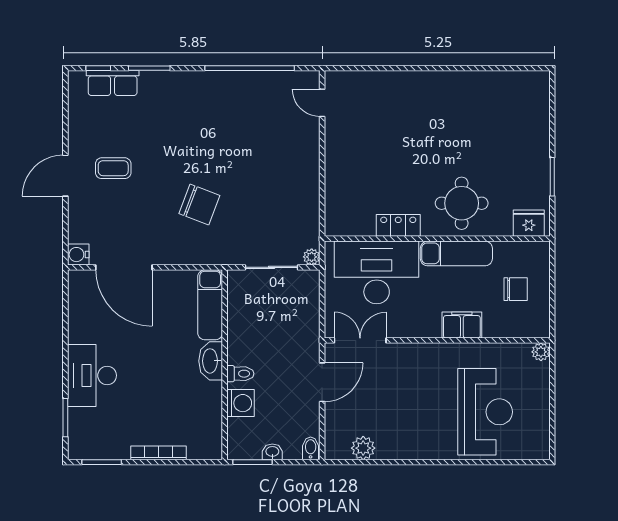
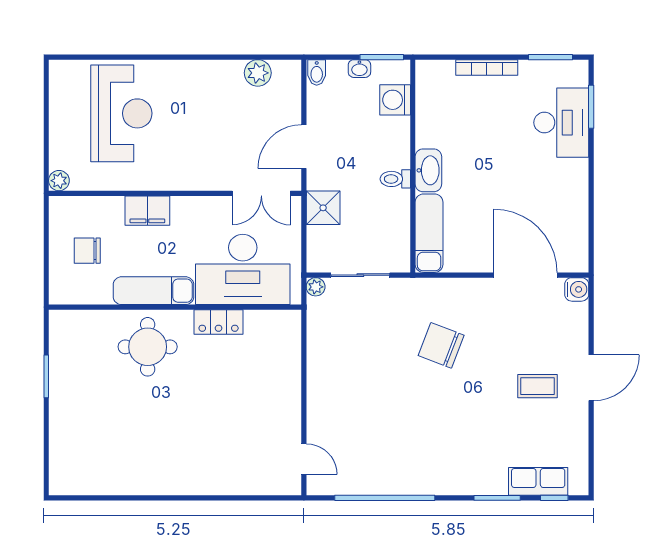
fridge: (529, 223) -> (72, 325), removed
shower: (305, 327) -> (323, 208), added
toilet: (240, 374) -> (395, 179), moved
desk: (92, 375) -> (561, 123), moved
washing machine: (241, 403) -> (395, 100), moved
reception desk: (485, 412) -> (121, 113), turned 180

